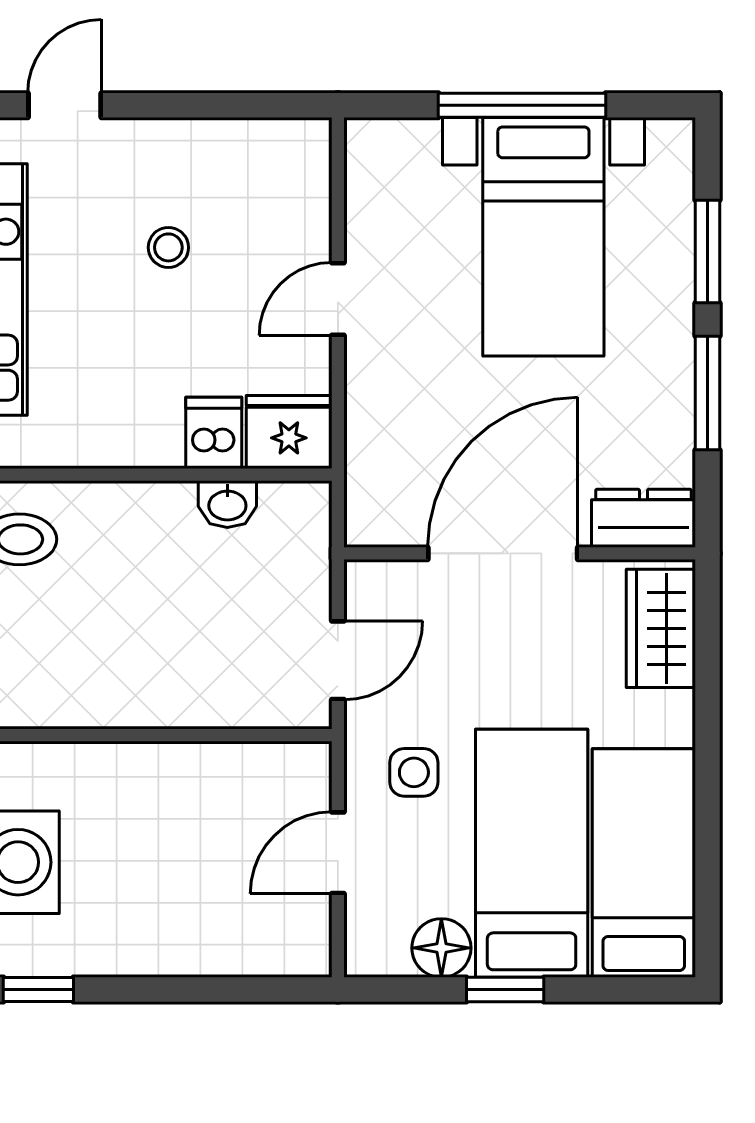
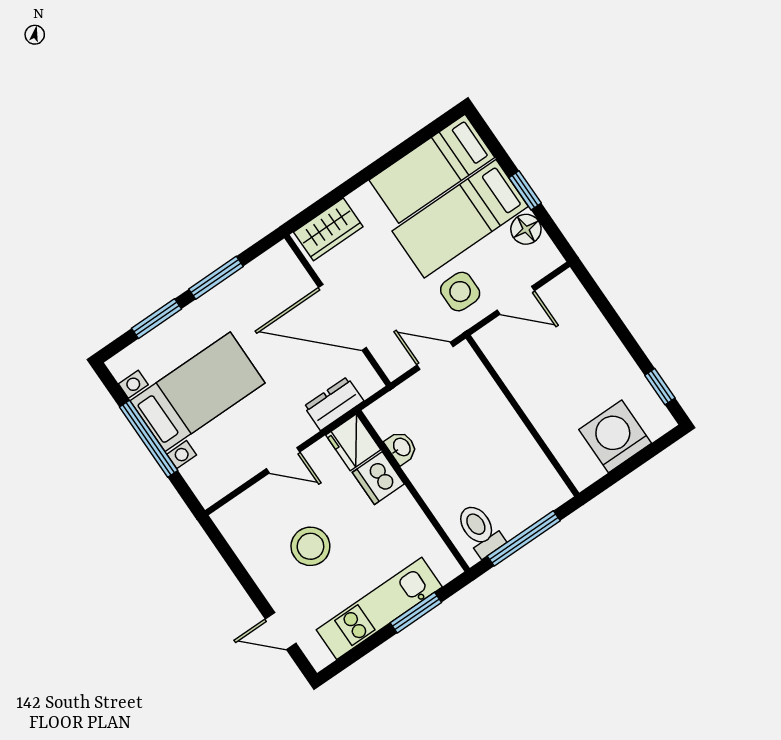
stool: (168, 247) -> (310, 546), width x1.89, depth x1.89
dishwasher: (214, 433) -> (378, 478), width x1.38
dresser: (643, 518) -> (334, 404), moved, turned 90
side table: (414, 772) -> (460, 292), width x1.37, depth x1.37

